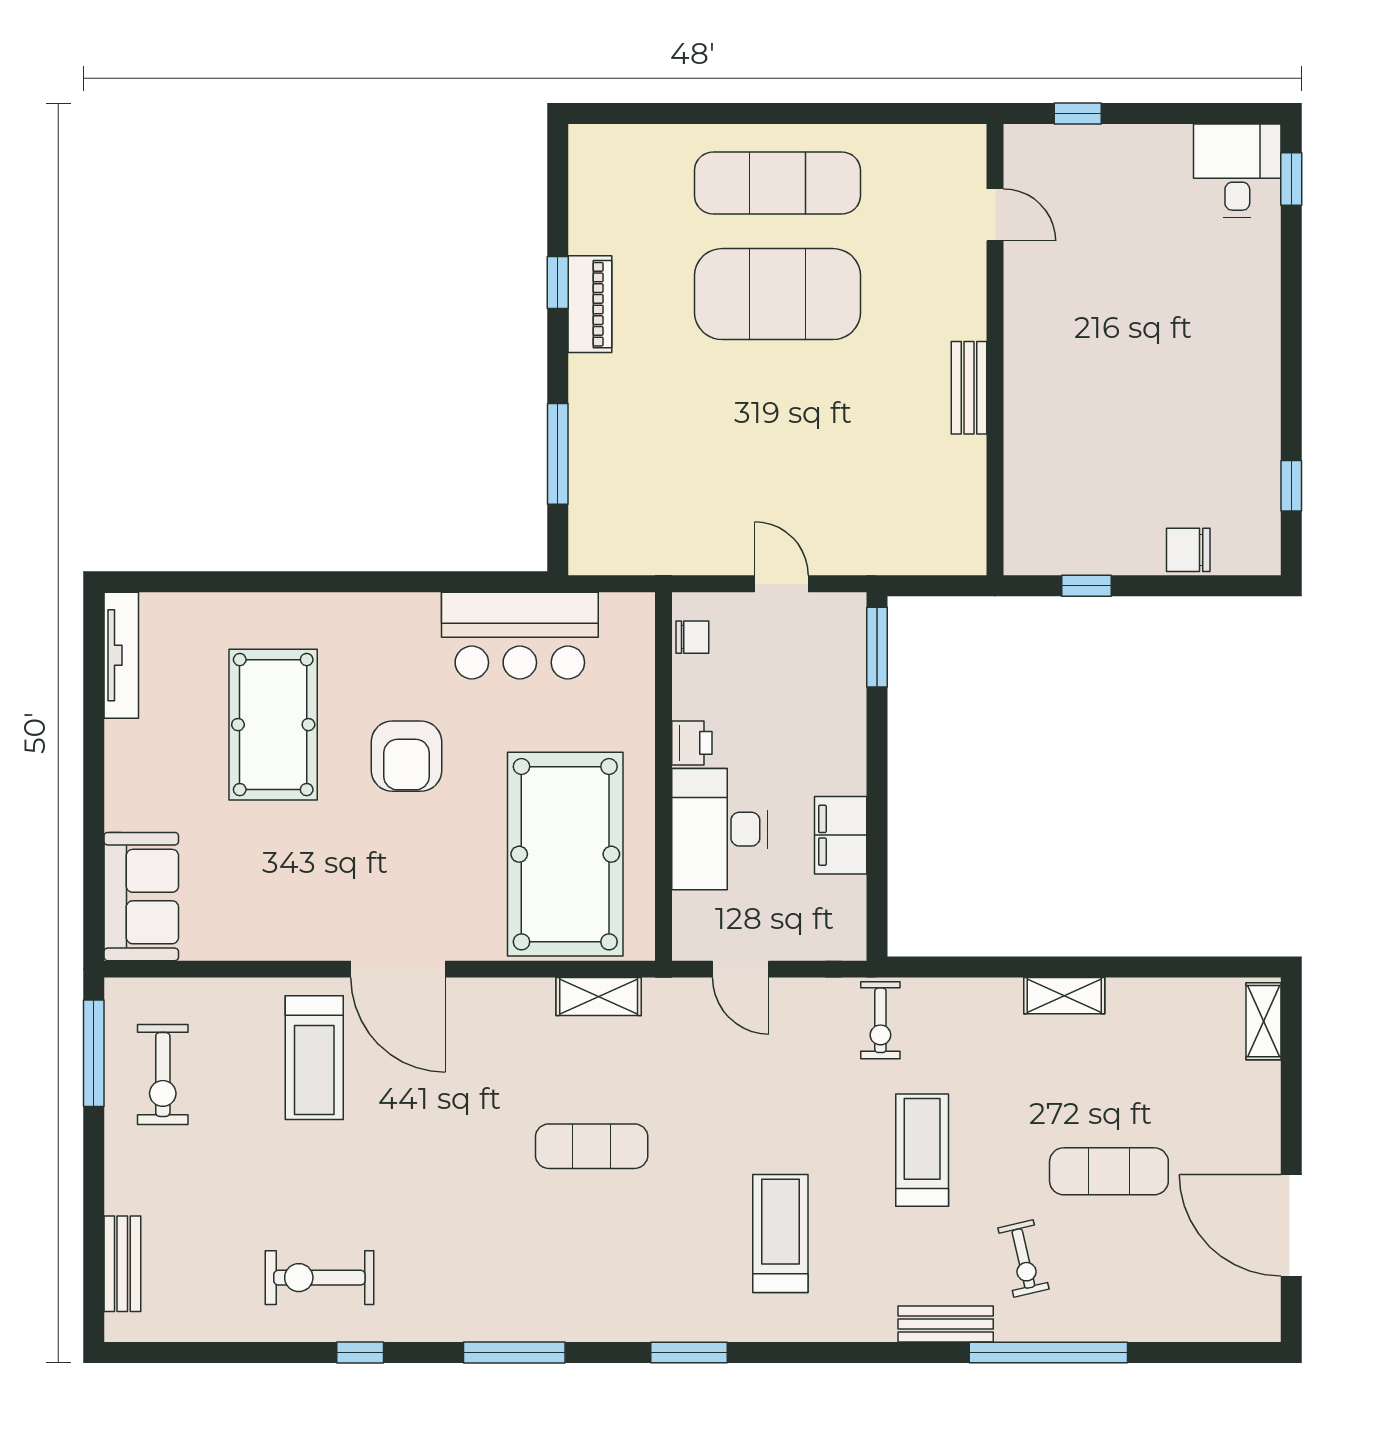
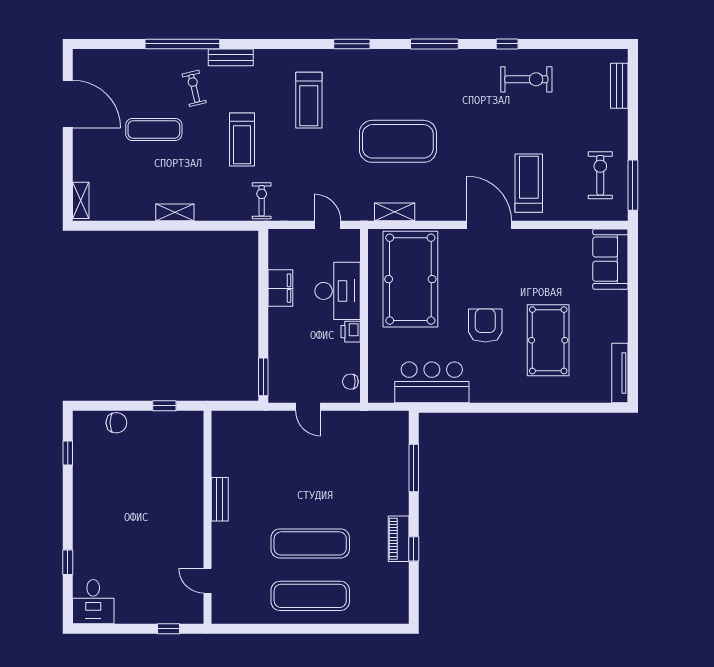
window: (1291, 179) -> (68, 562), moved
exercise mat: (777, 294) -> (310, 543), width x0.68
exercise mat: (592, 1146) -> (398, 141), width x2.00, depth x1.45

